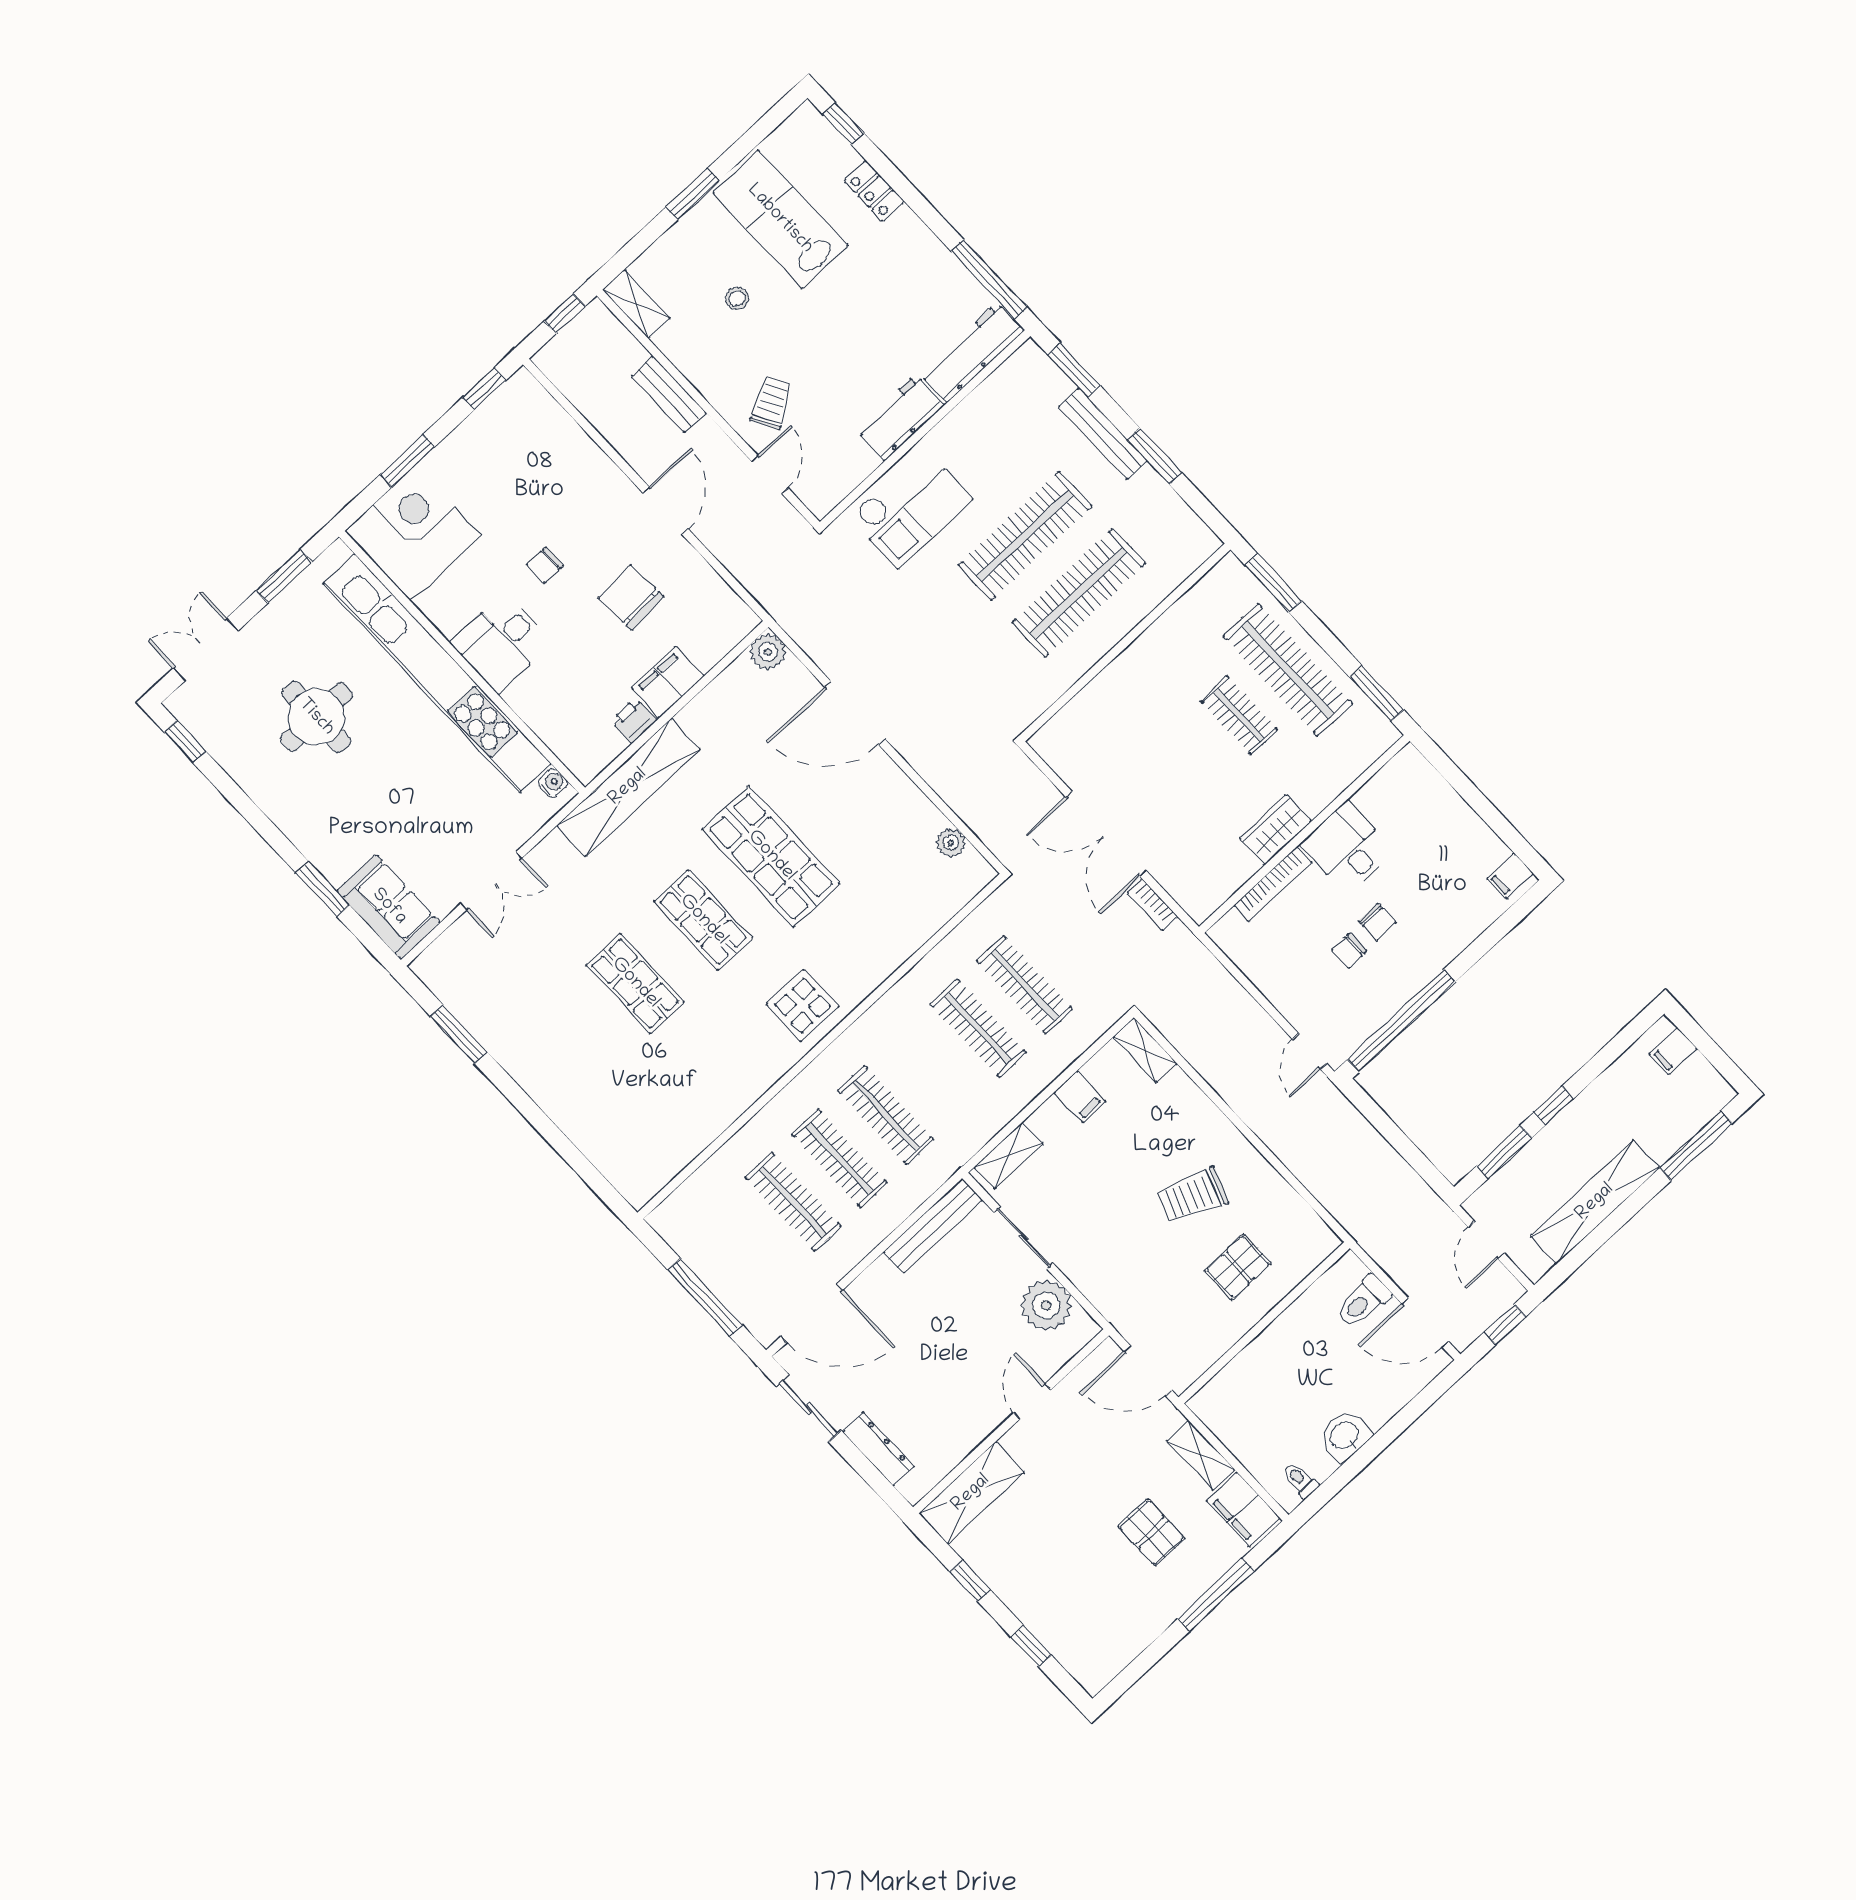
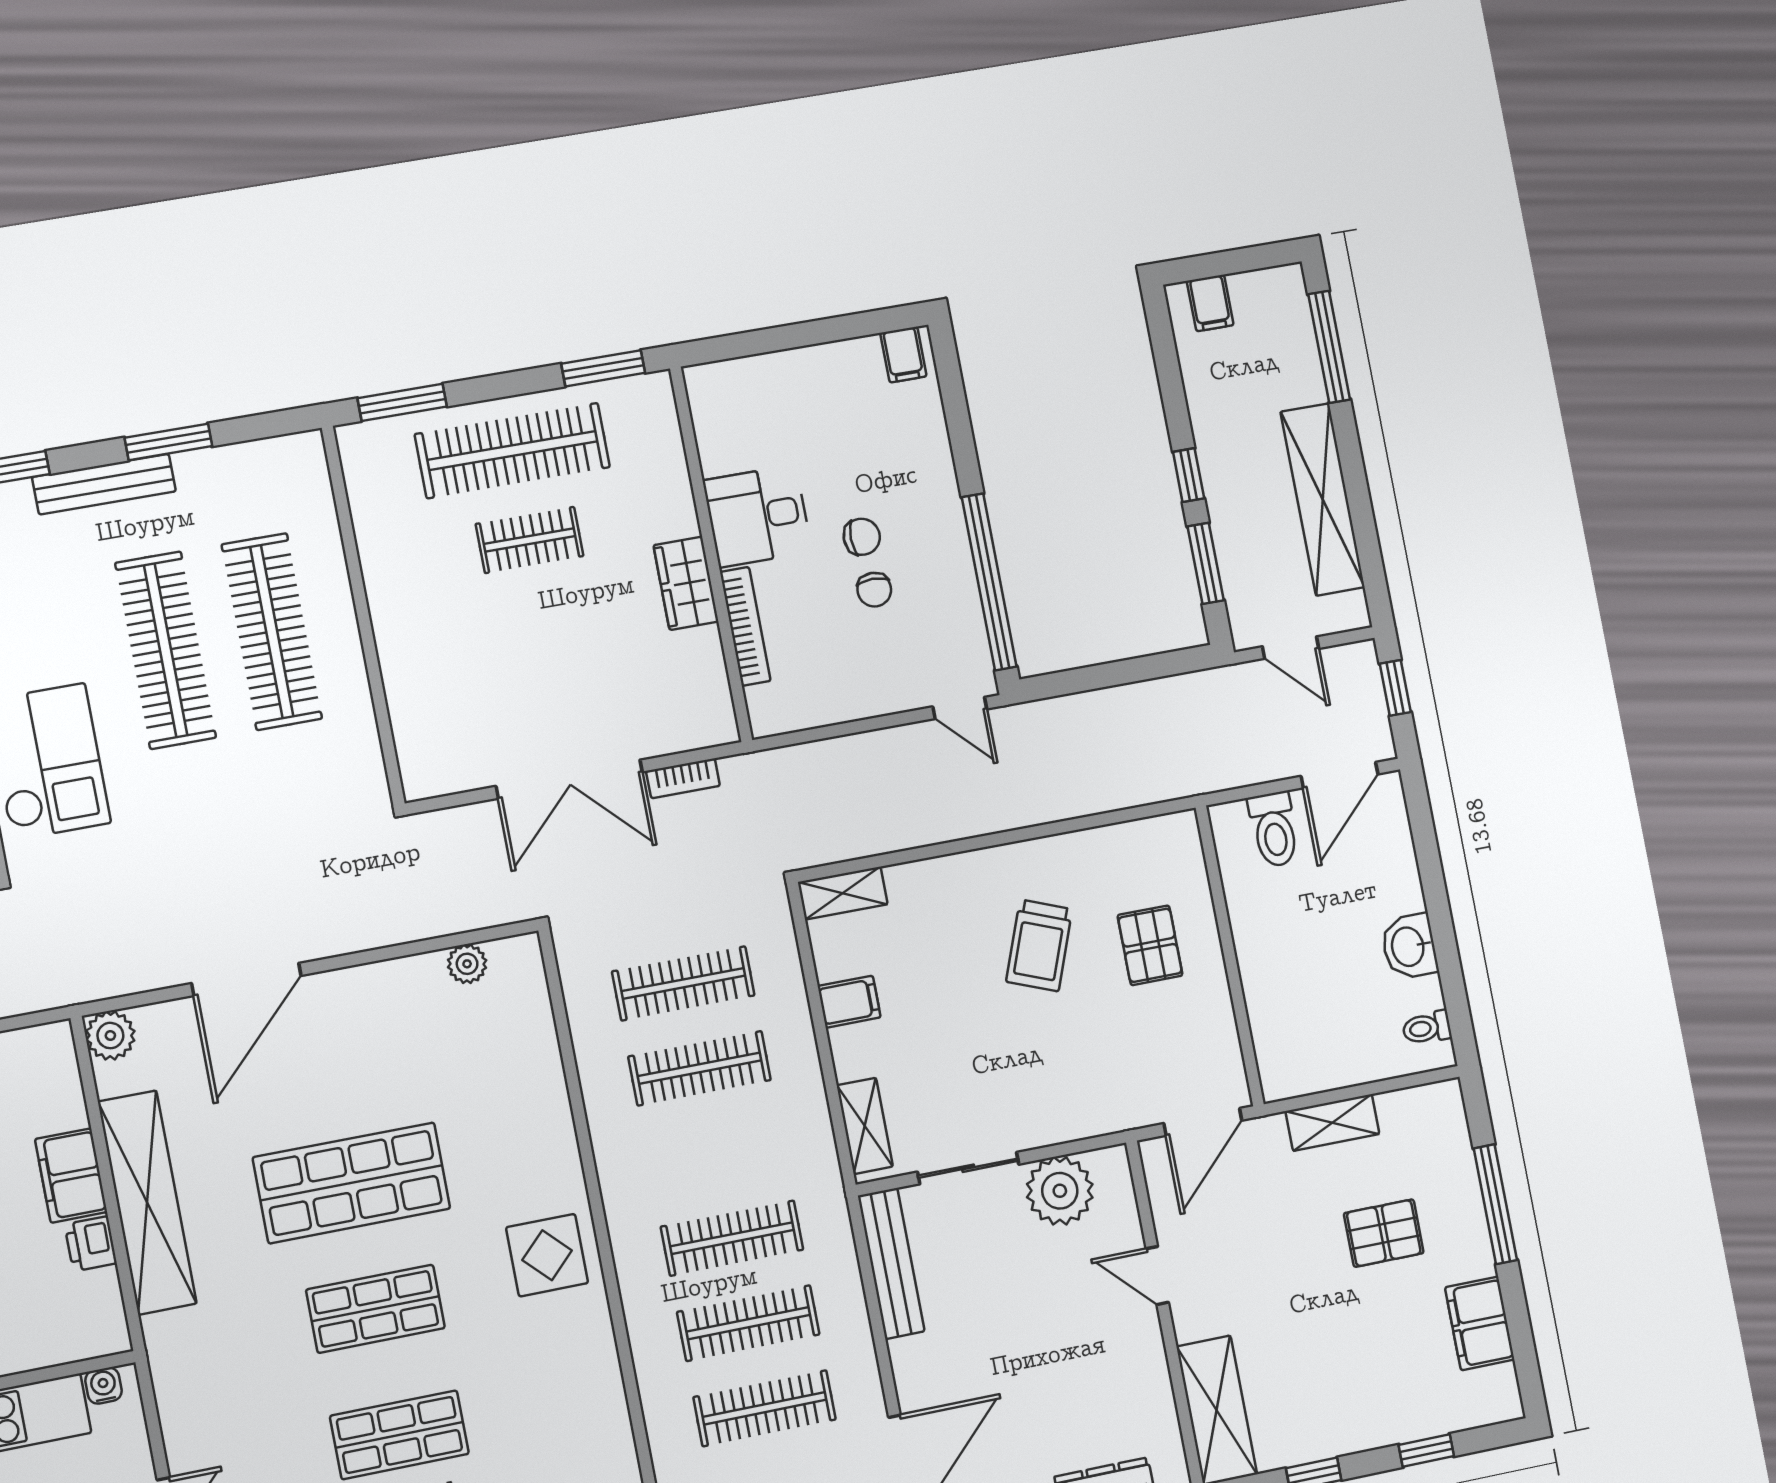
shelving: (628, 787) -> (147, 1203), moved
filing cabinet: (1243, 1509) -> (1480, 1323), moved, turned 90

